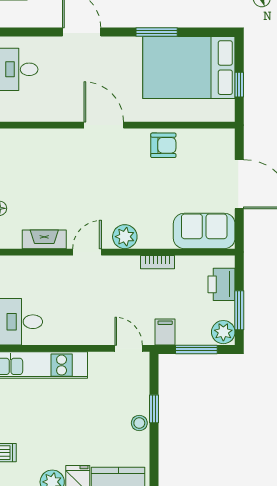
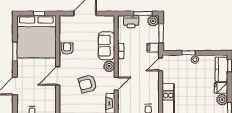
bed: (189, 68) -> (36, 37), width x1.36
armchair: (86, 190) -> (88, 84), added
sofa: (204, 231) -> (106, 46), moved
door: (87, 252) -> (116, 84), swing flipped

